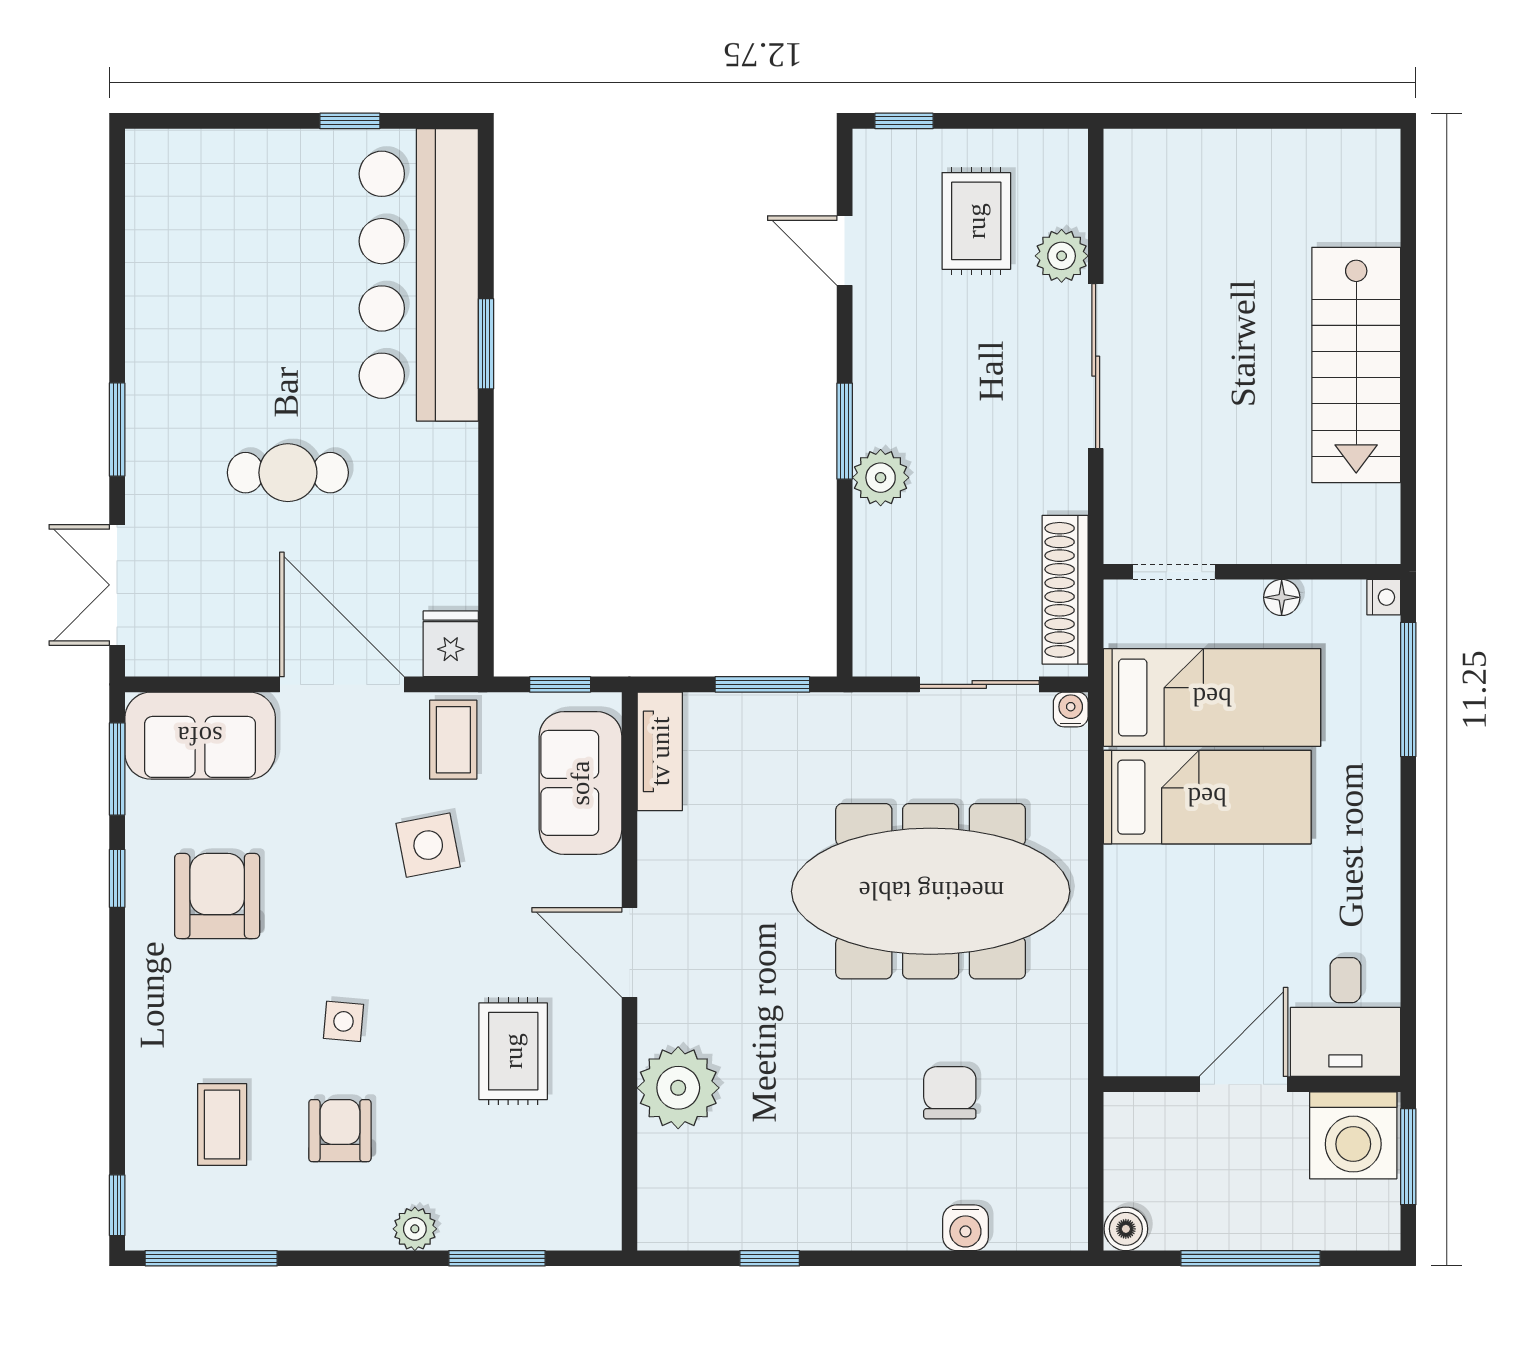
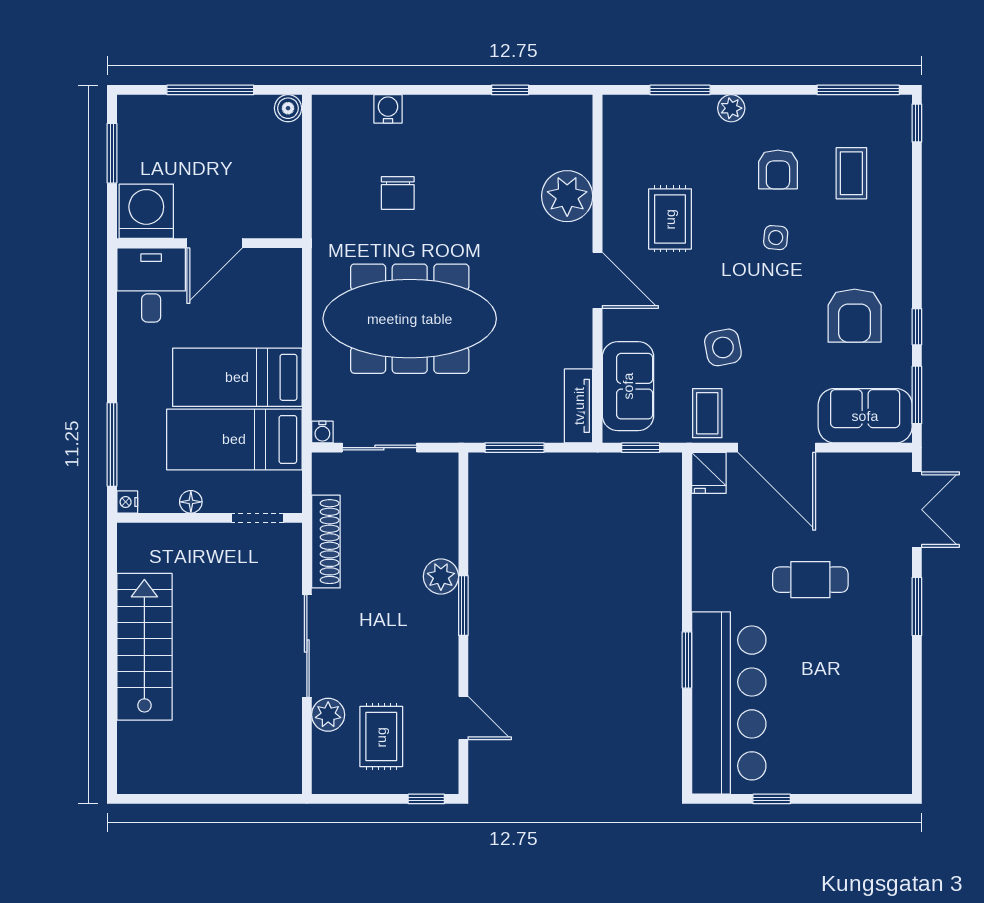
shoe rack: (1065, 590) -> (326, 542), moved
desk: (1345, 1017) -> (151, 285), moved
door: (1244, 1084) -> (215, 243), moved
wall: (1252, 1084) -> (209, 243), moved
washing machine: (1353, 1135) -> (146, 211), moved

